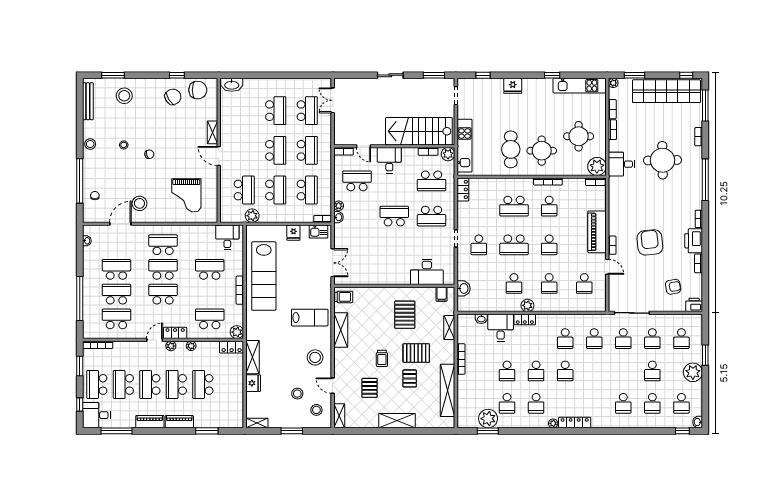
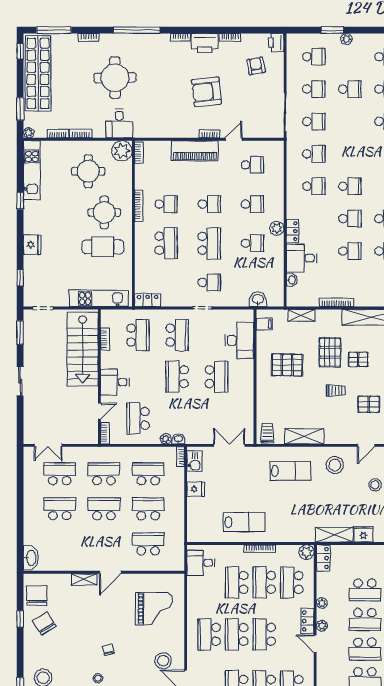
plant: (448, 154) -> (108, 317), removed
plant: (252, 216) -> (177, 535), removed
school desk: (394, 251) -> (216, 377), added
lab bench: (264, 276) -> (244, 522), width x0.54, depth x0.72
school desk: (210, 294) -> (264, 582), added
lab bench: (310, 318) -> (290, 471), turned 90
plant: (693, 372) -> (346, 39), width x0.53, depth x0.53

